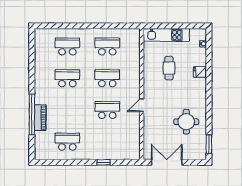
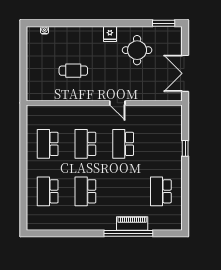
kitchen unit: (166, 35) -> (34, 74), removed
fridge: (200, 72) -> (110, 34), moved

